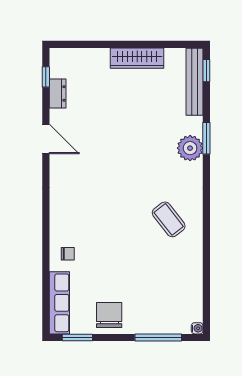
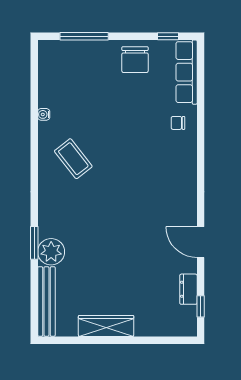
window: (206, 71) -> (34, 313), removed
plant: (190, 148) -> (51, 252), moved
water cooler: (197, 328) -> (44, 114), moved
window: (77, 338) -> (168, 36), width x0.67

